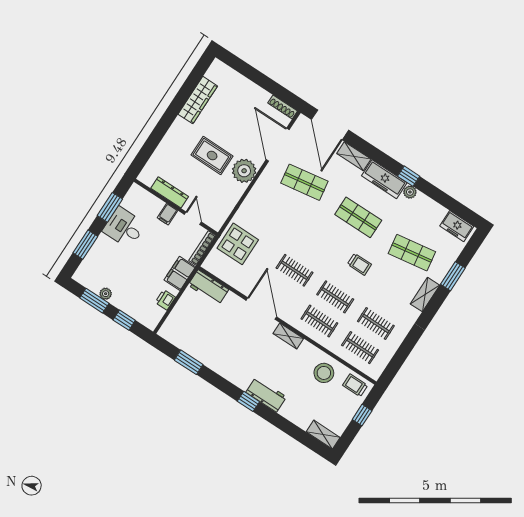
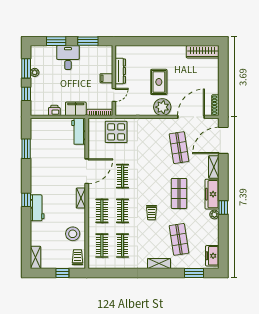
wardrobe: (198, 100) -> (203, 52), moved
desk: (124, 228) -> (68, 58), moved
window: (453, 276) -> (194, 273), moved

